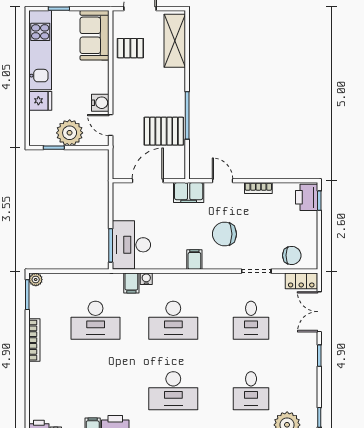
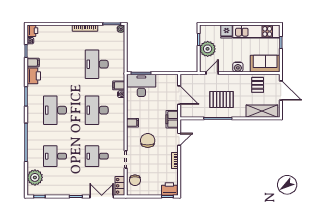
water cooler: (100, 103) -> (238, 67), moved
pallet: (164, 131) -> (221, 100), moved, turned 90

